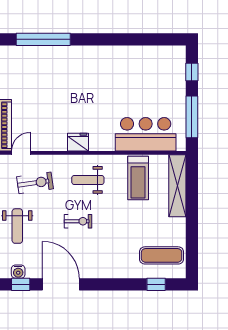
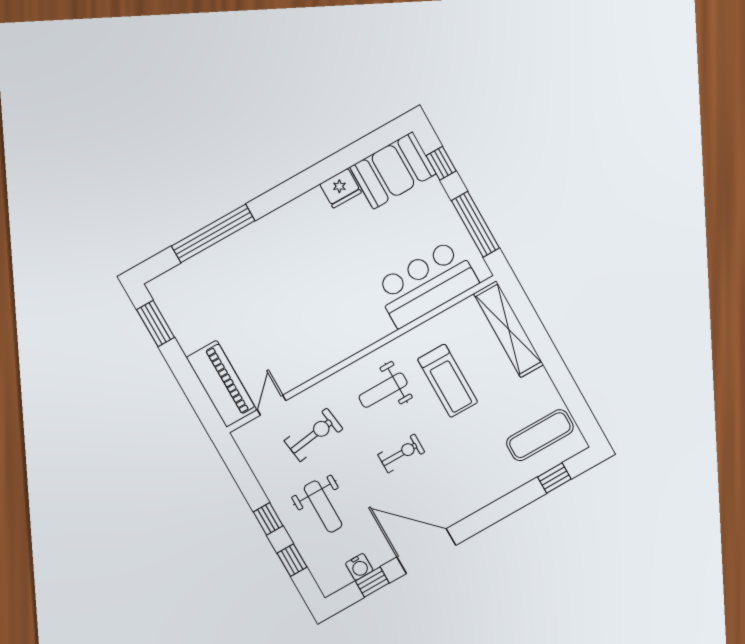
booth: (163, 61) -> (393, 170), added
fridge: (78, 142) -> (341, 188), moved, turned 180
treadmill: (138, 178) -> (448, 381), moved

